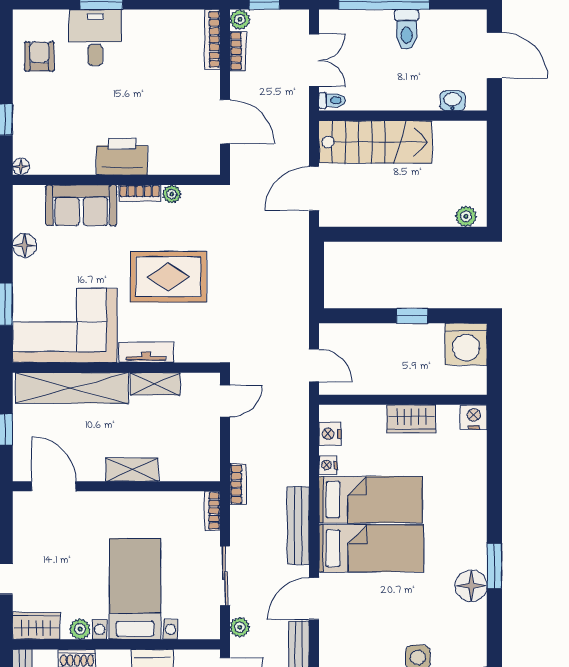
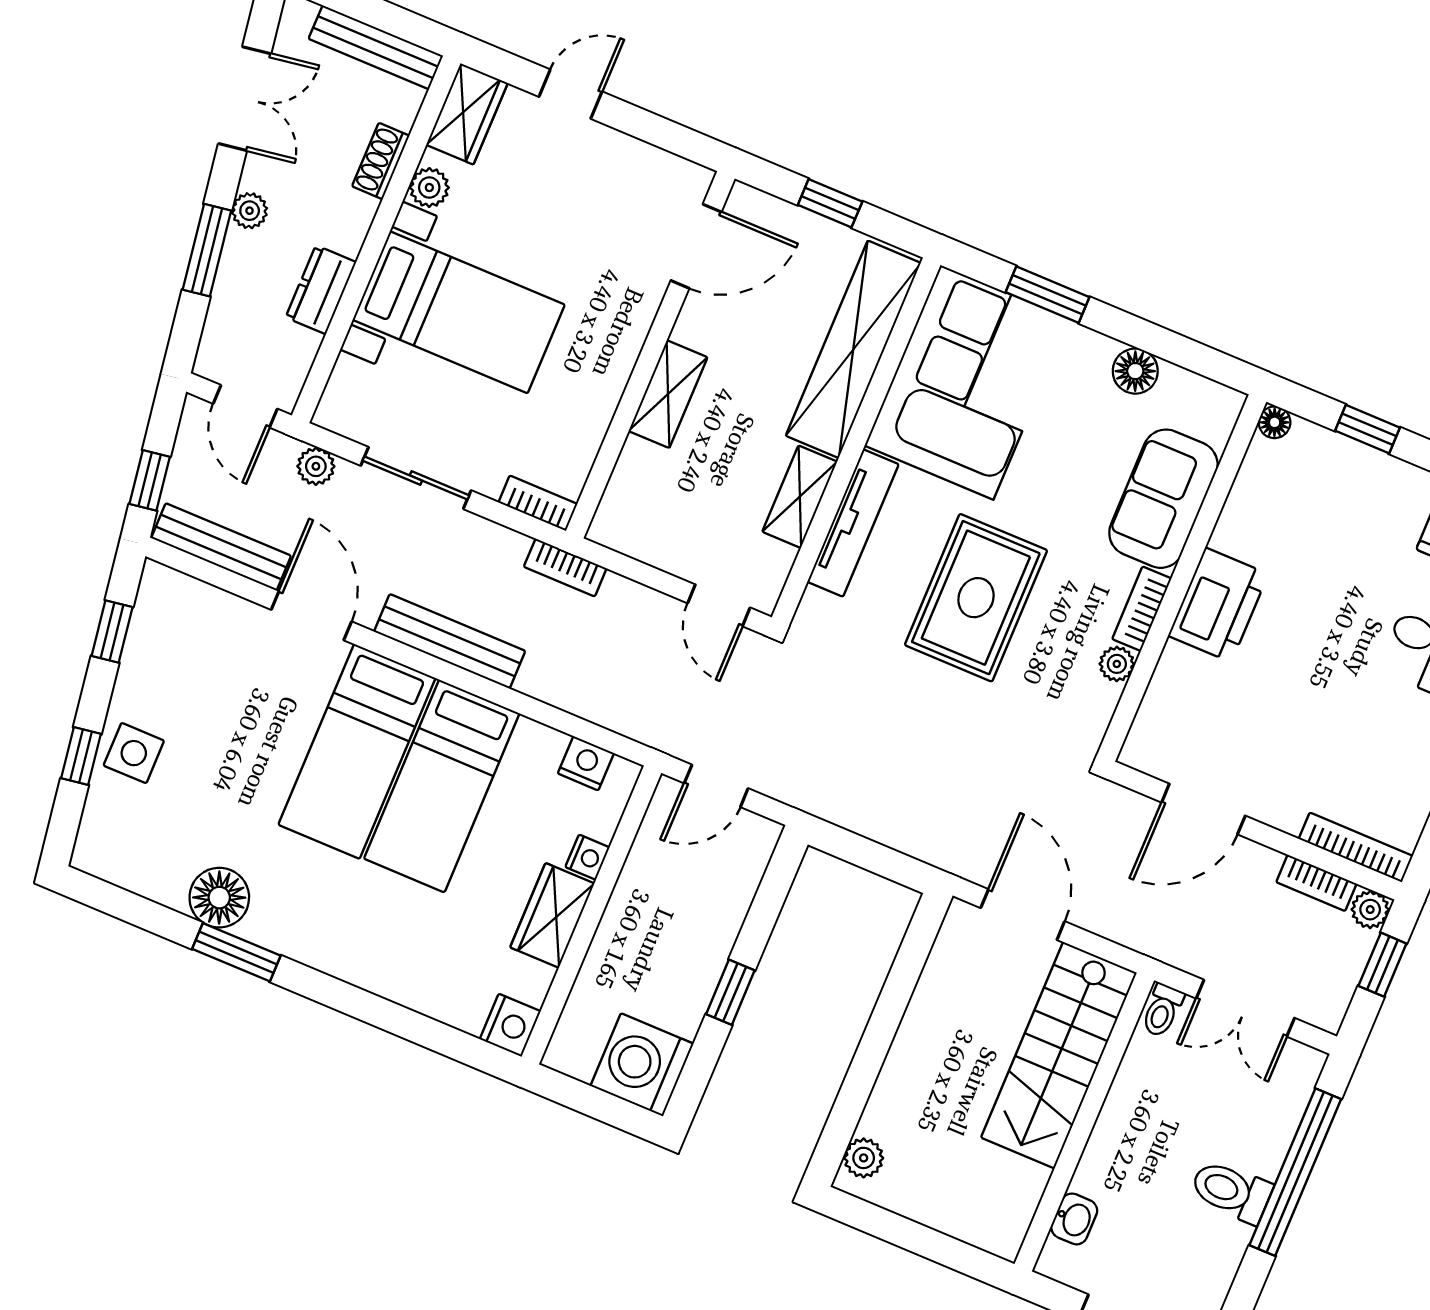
tv unit: (146, 352) -> (853, 523), width x1.41
nightstand: (328, 465) -> (587, 857), moved, turned 90

